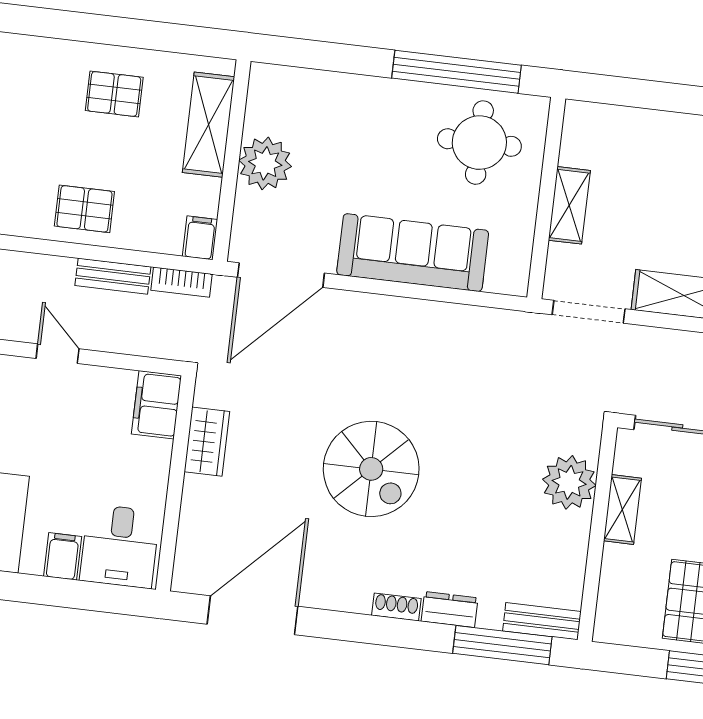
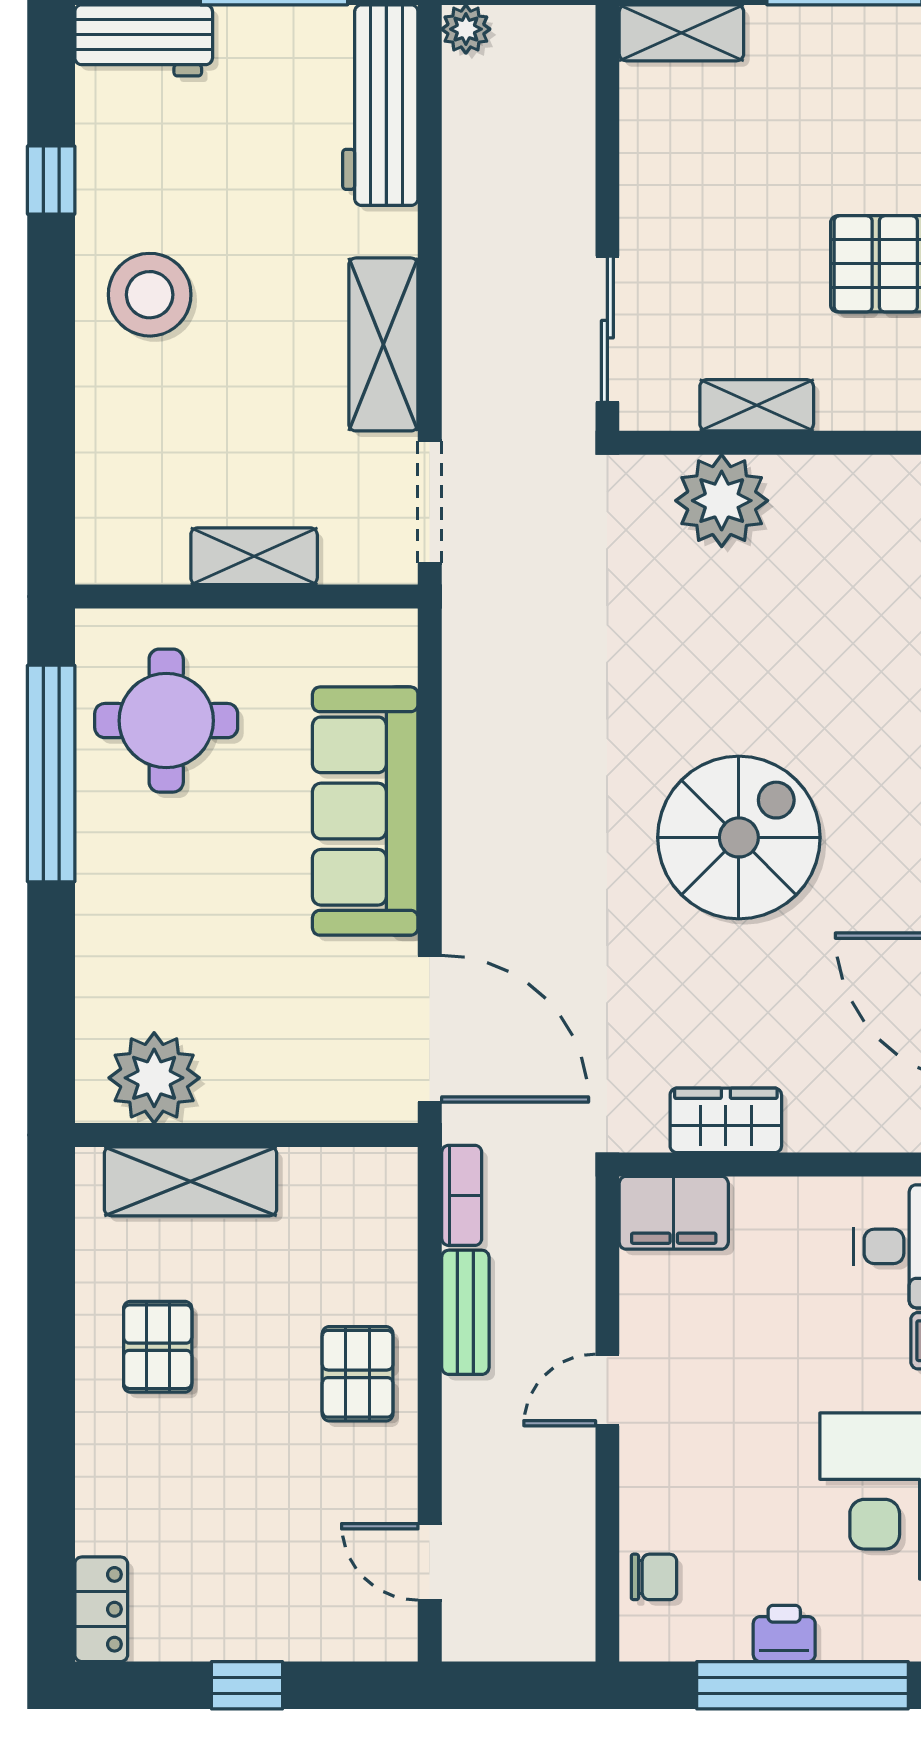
plant: (265, 163) -> (154, 1078), moved
filing cabinet: (200, 238) -> (383, 1173), removed

